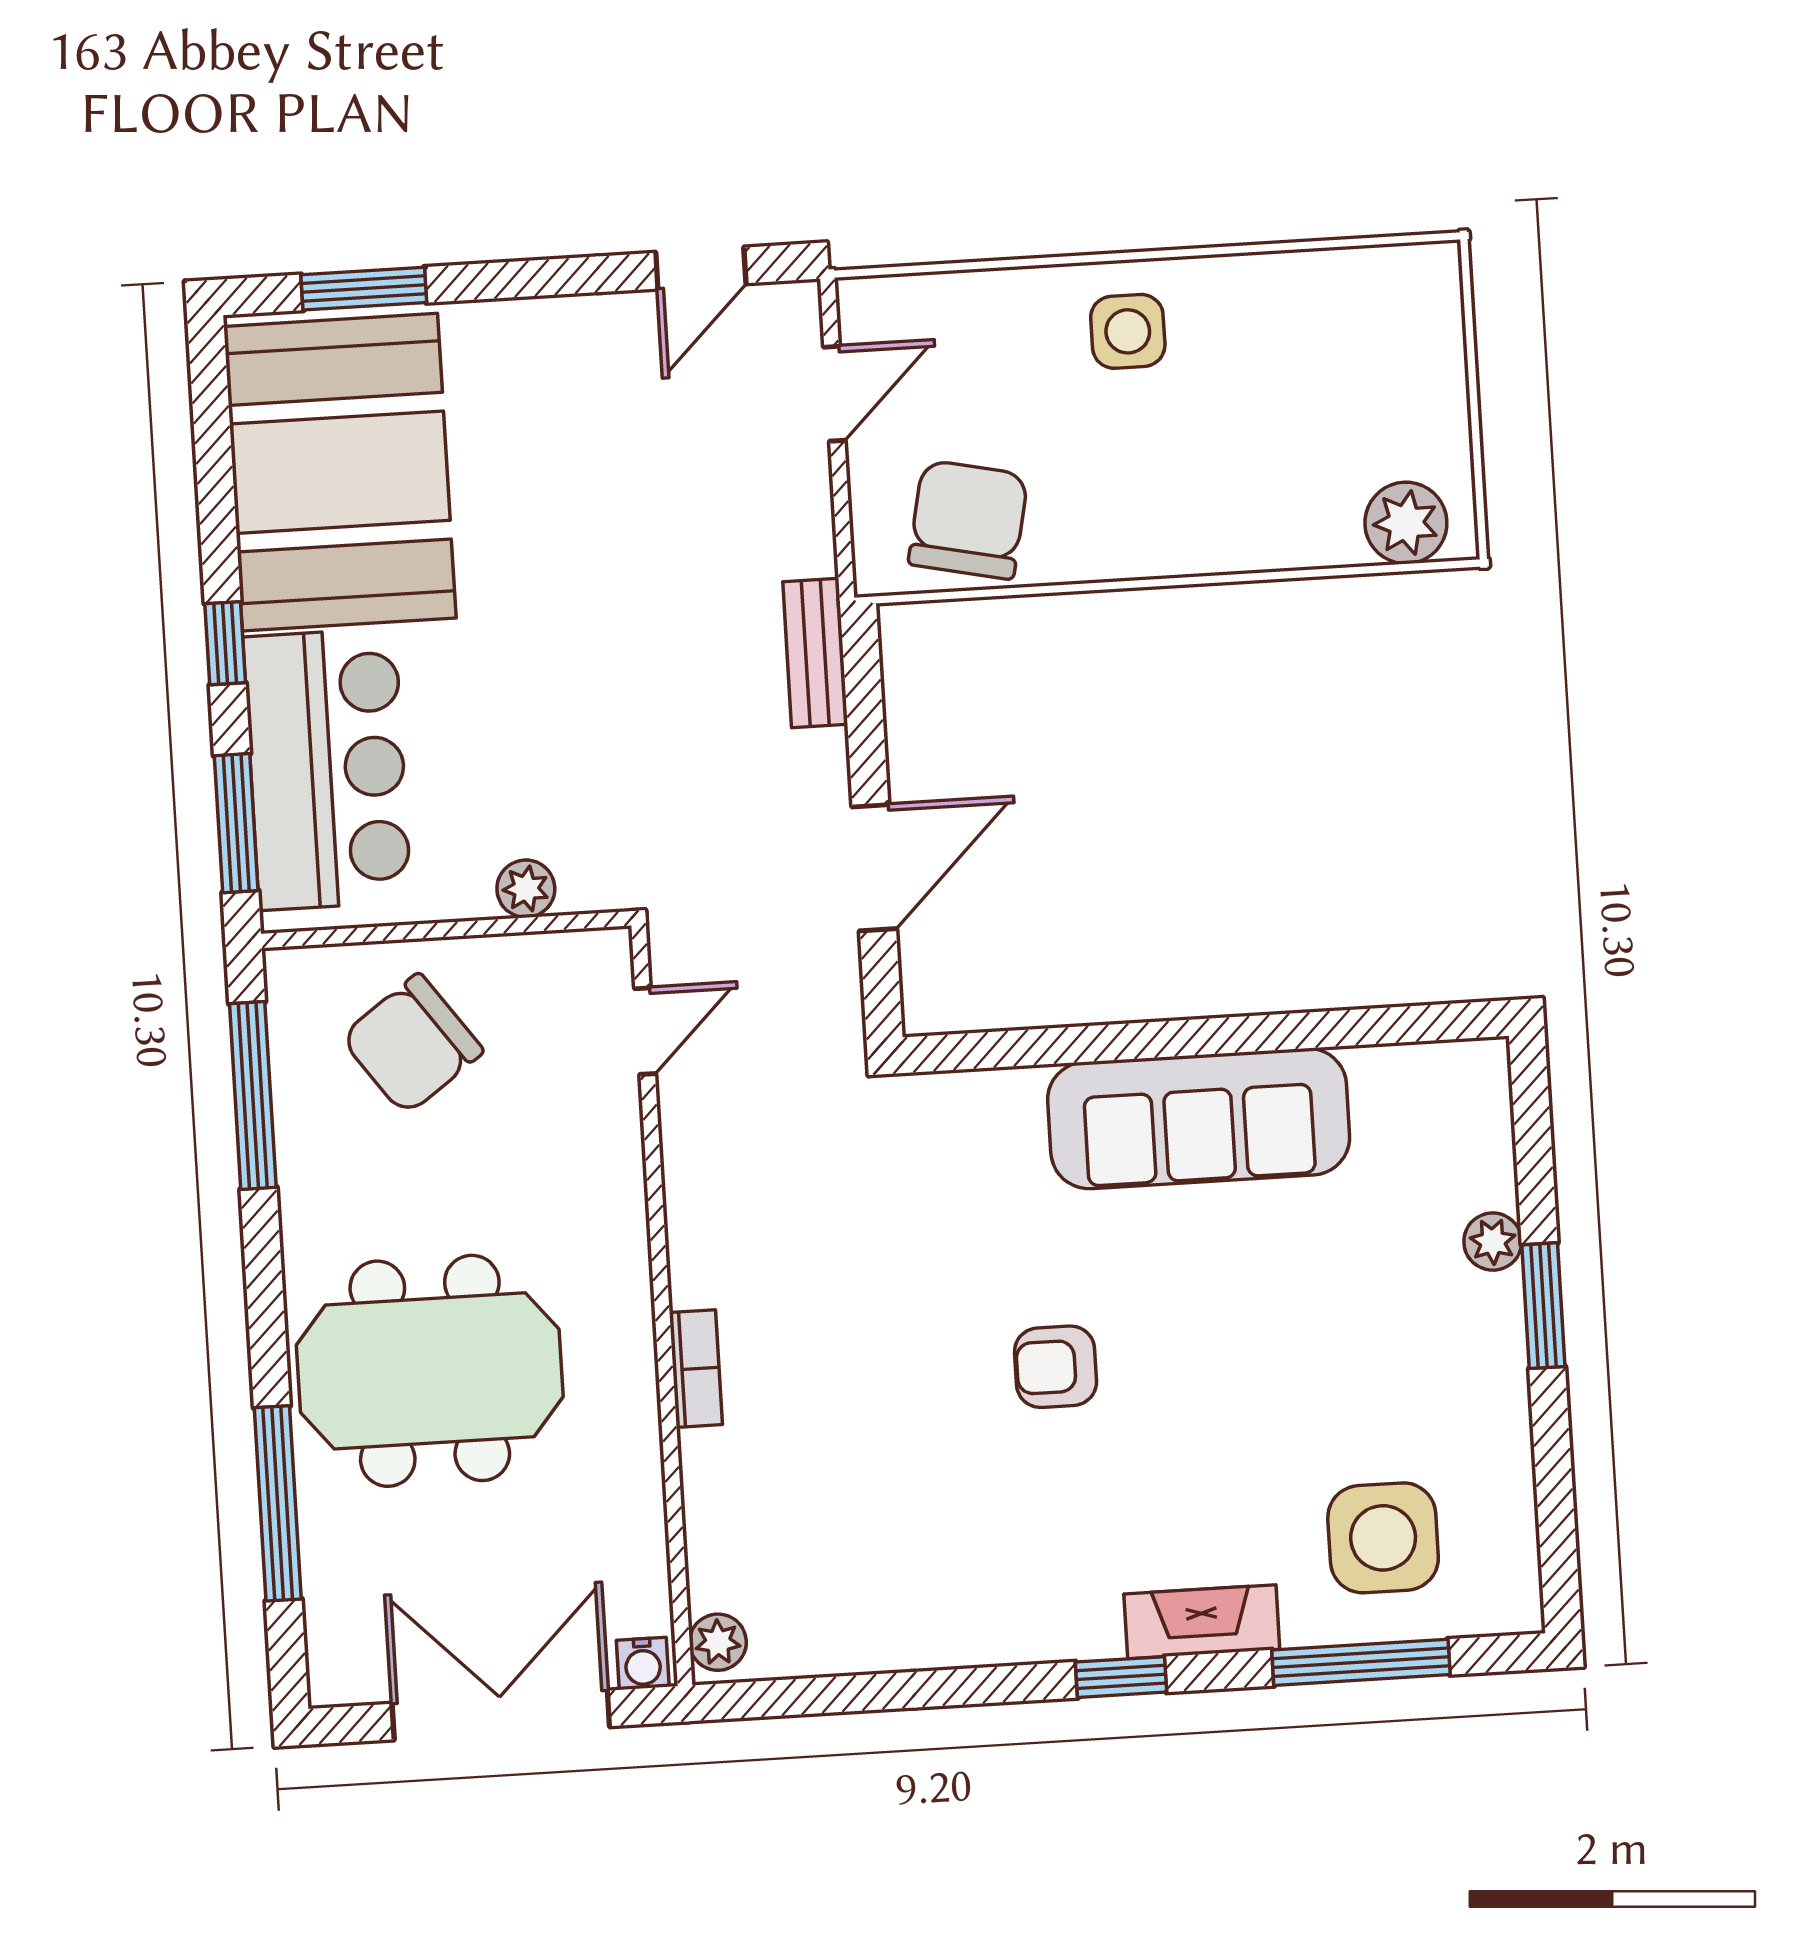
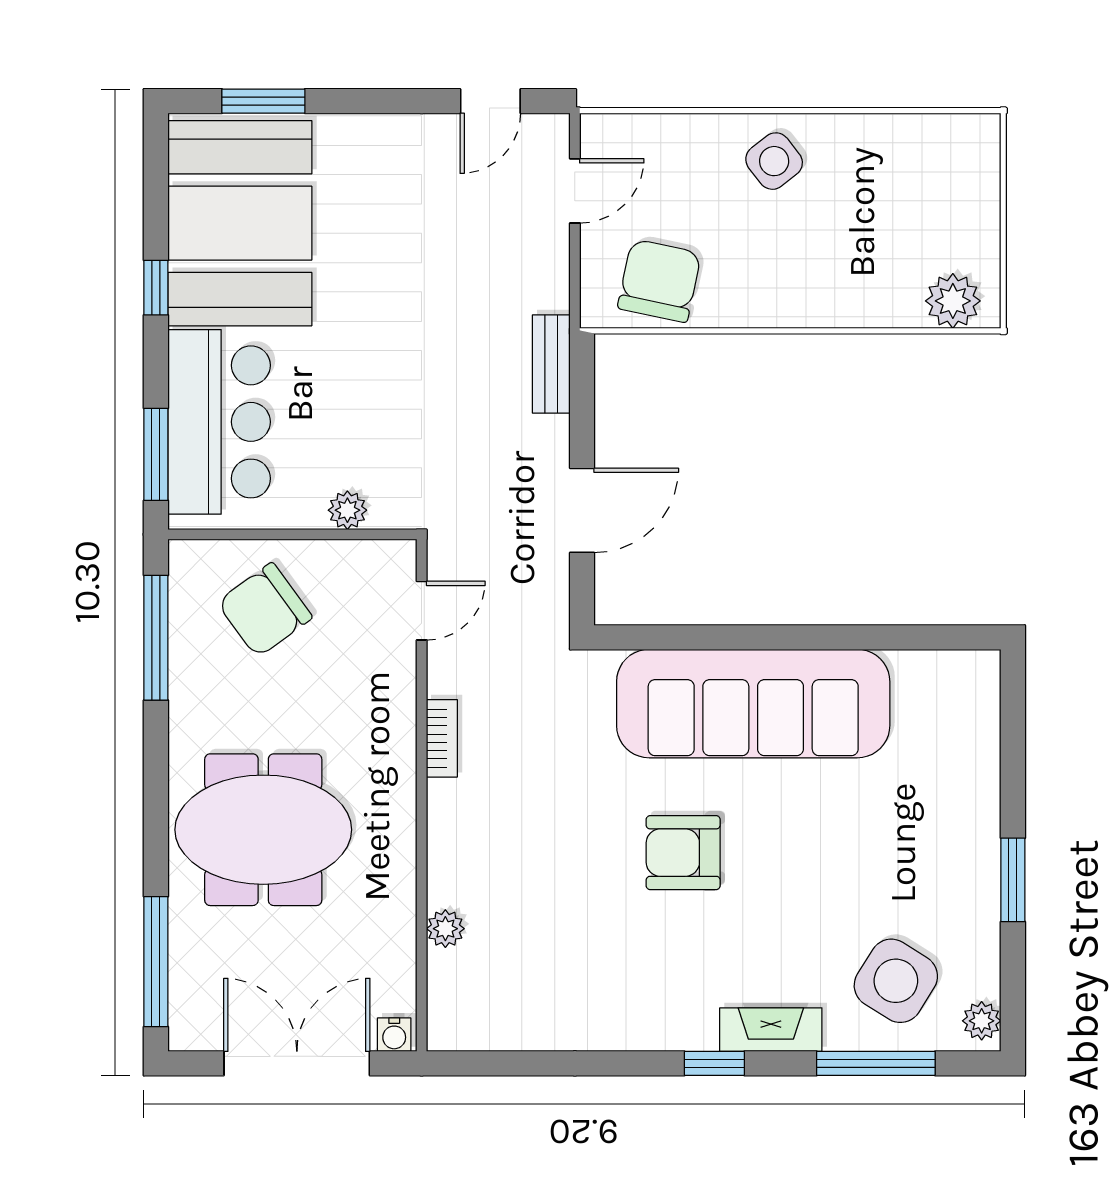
side table: (1128, 331) -> (774, 161), turned -38
window: (225, 643) -> (156, 288), moved
sofa: (1199, 1119) -> (753, 704), width x1.36, depth x1.27
plant: (1493, 1242) -> (982, 1021), moved
window: (1543, 1306) -> (1013, 880), moved
armchair: (1056, 1367) -> (683, 853), width x1.38, depth x1.38
bookcase: (696, 1369) -> (442, 738), moved
window: (278, 1503) -> (156, 962), moved
side table: (1383, 1538) -> (896, 981), turned 32
plant: (718, 1642) -> (445, 929), moved

